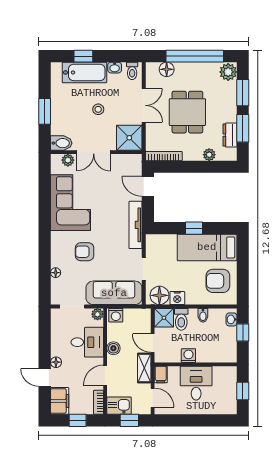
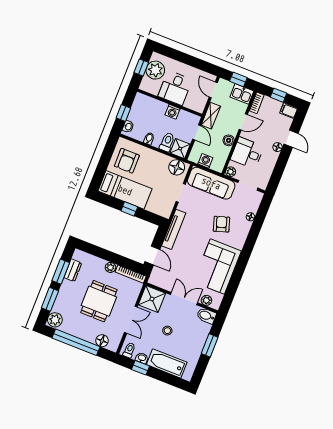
window: (83, 56) -> (140, 368), moved
double door: (144, 105) -> (131, 320), swing flipped
plant: (209, 155) -> (110, 267), moved
armchair: (85, 252) -> (221, 224), turned -108
armchair: (218, 281) -> (127, 161), turned 90
nightstand: (177, 298) -> (164, 160), removed
washing machine: (116, 315) -> (205, 161), moved
filing cabinet: (161, 375) -> (200, 105), removed
plant: (226, 394) -> (155, 70), added
filing cabinet: (60, 401) -> (289, 111), width x0.50

